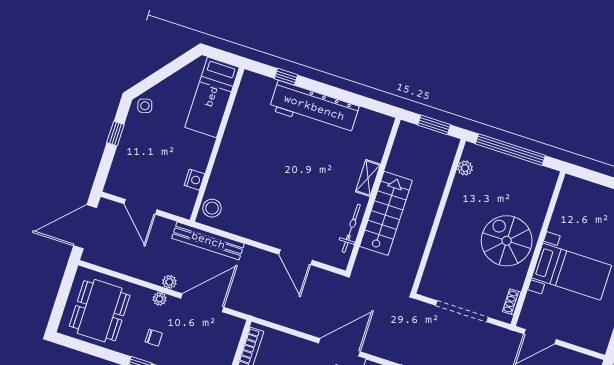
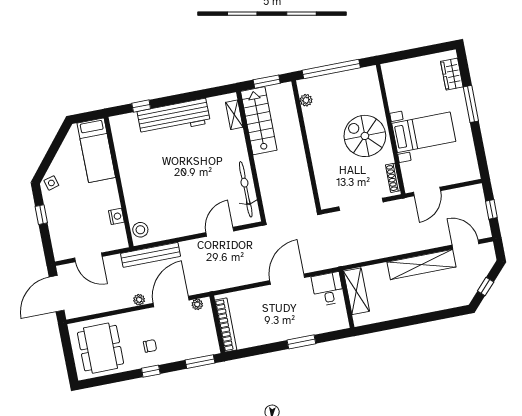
shelving: (368, 178) -> (234, 115), moved
stairs: (386, 213) -> (259, 121), moved
bicycle: (351, 228) -> (246, 189), width x1.37, depth x1.40
door: (296, 257) -> (220, 232), swing flipped
plant: (160, 299) -> (197, 304), moved
shoe rack: (512, 302) -> (393, 178), width x1.43

